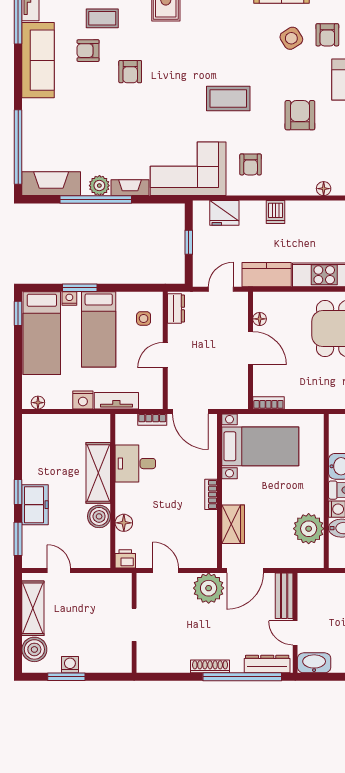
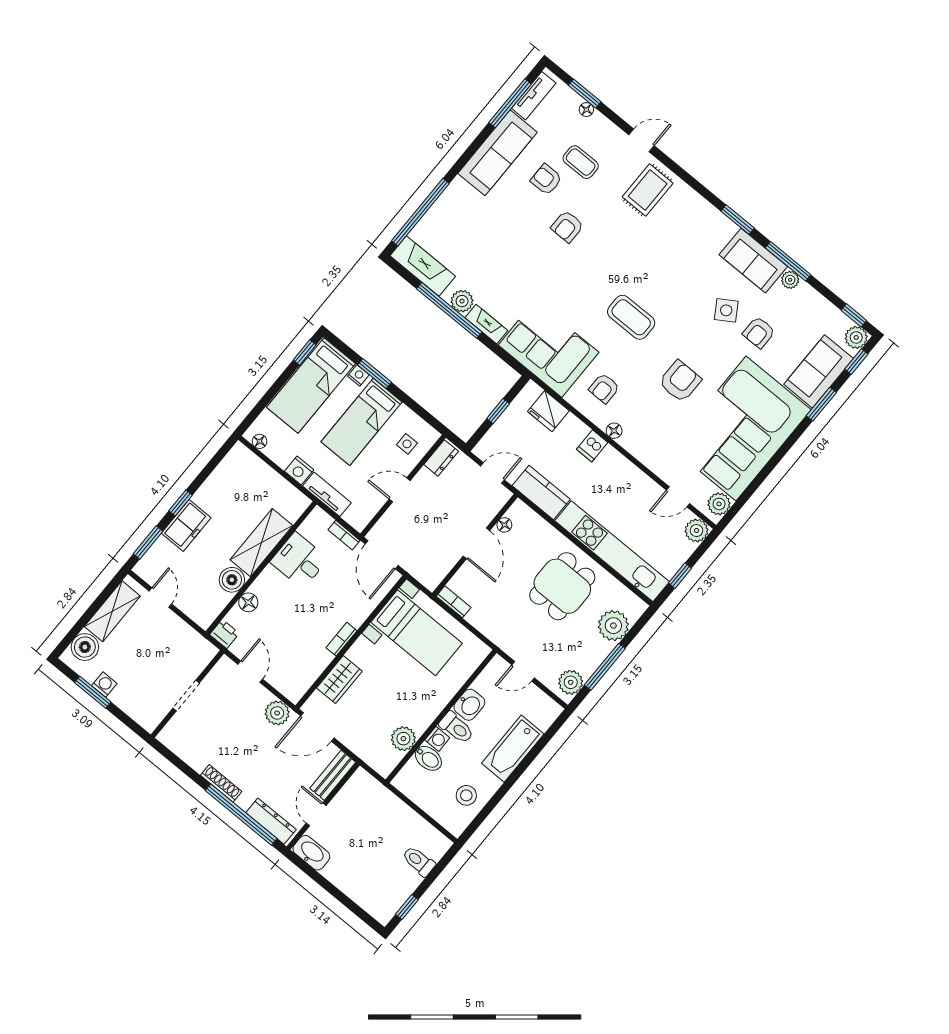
floor lamp: (324, 189) -> (614, 431), moved
plant: (309, 529) -> (403, 739), width x0.73, depth x0.73
plant: (209, 588) -> (277, 713), width x0.73, depth x0.73

